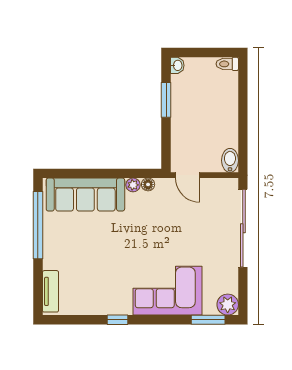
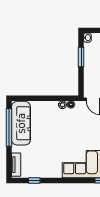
sofa: (85, 195) -> (21, 123), moved, turned -90
window: (118, 320) -> (34, 181), moved

